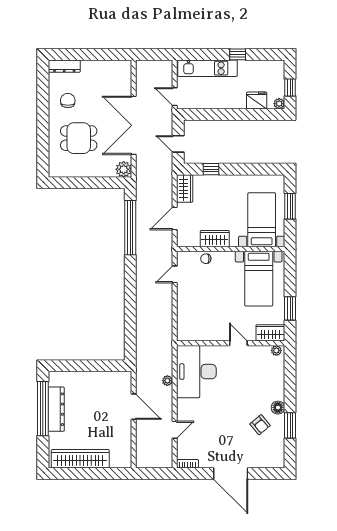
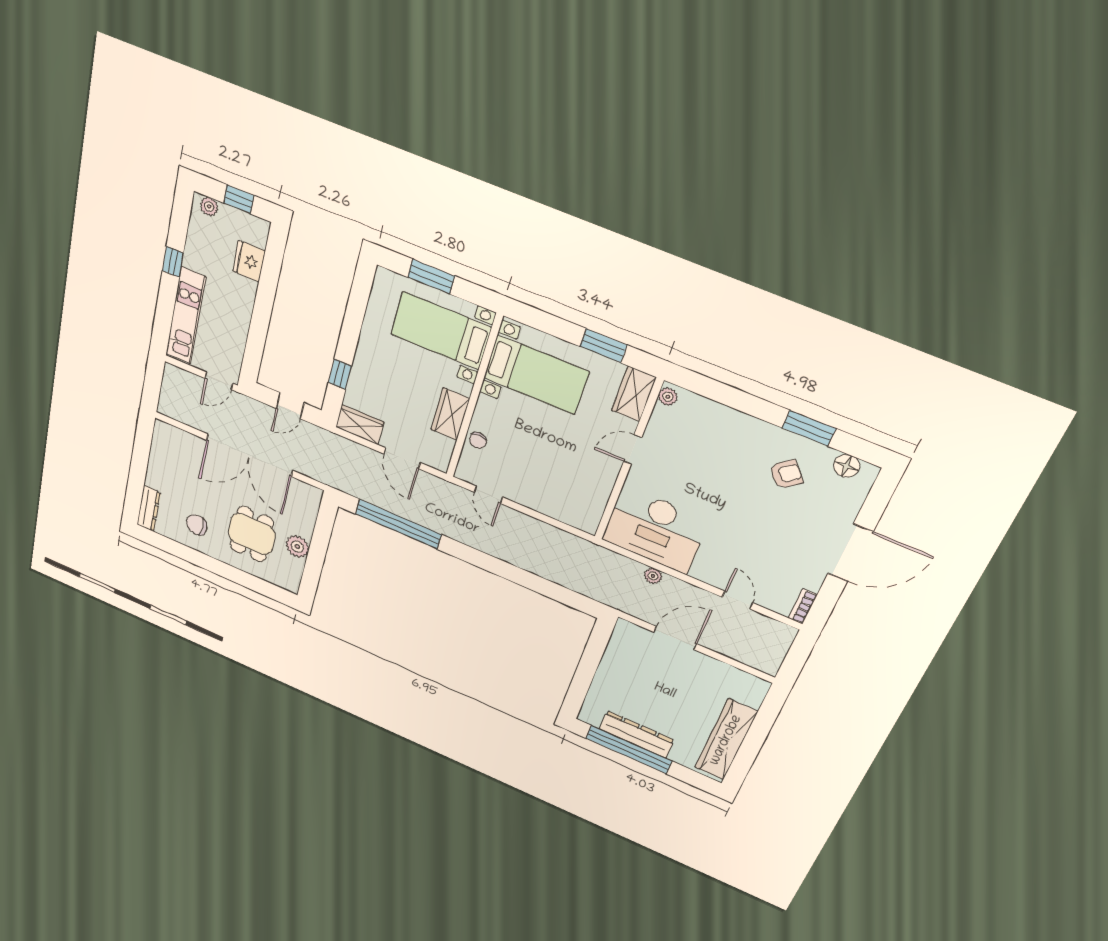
plant: (279, 104) -> (209, 206), moved
plant: (124, 169) -> (297, 547), moved
floor lamp: (278, 408) -> (847, 466), moved

